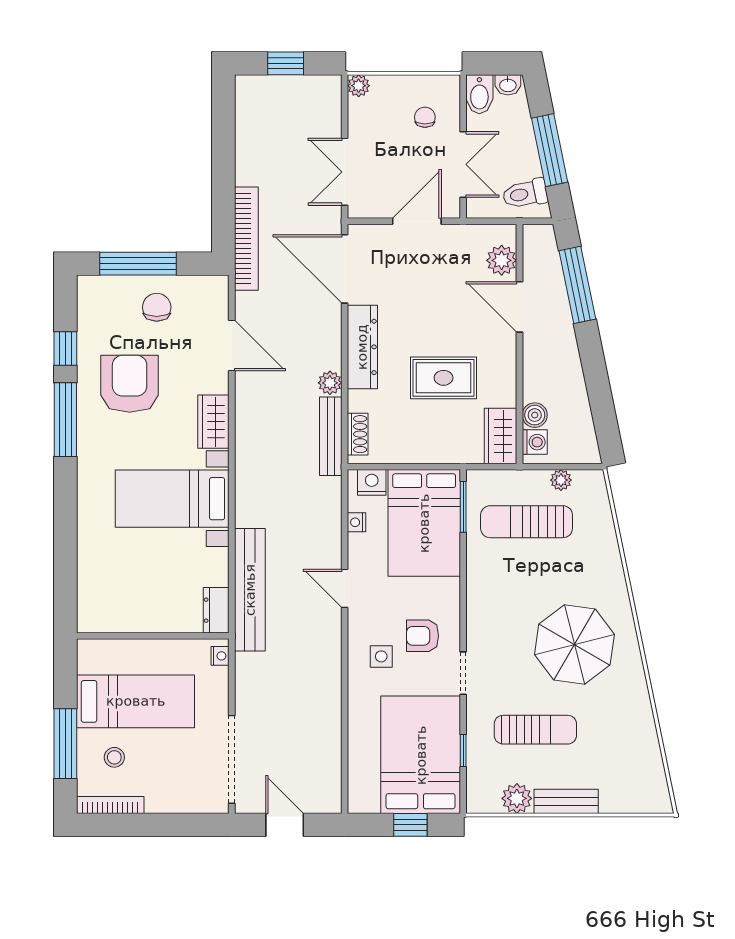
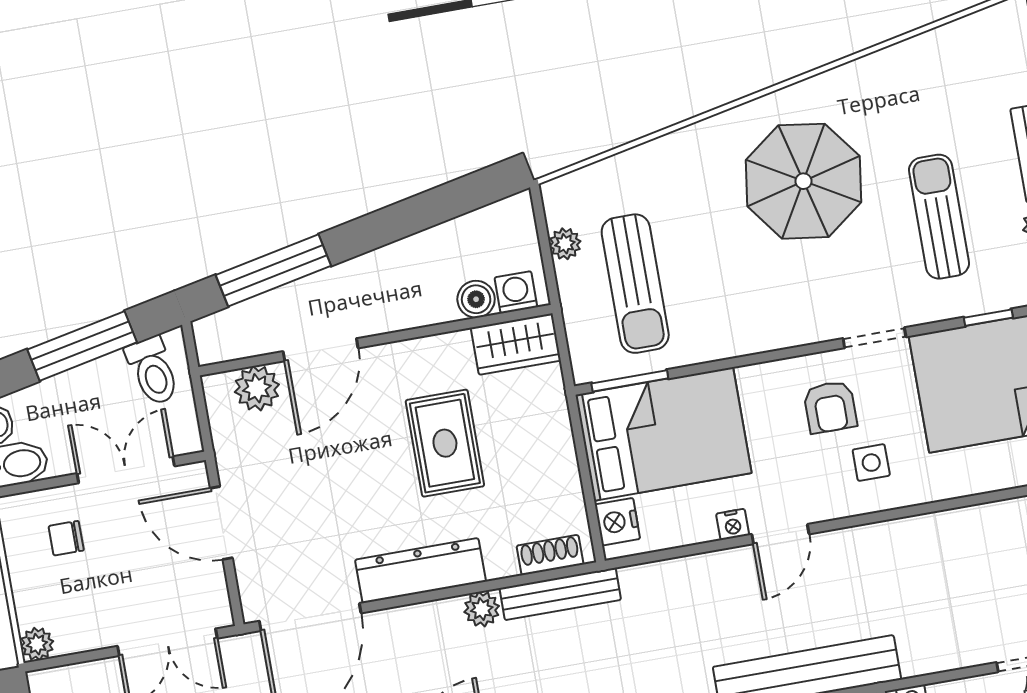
nightstand: (357, 522) -> (733, 524), moved

